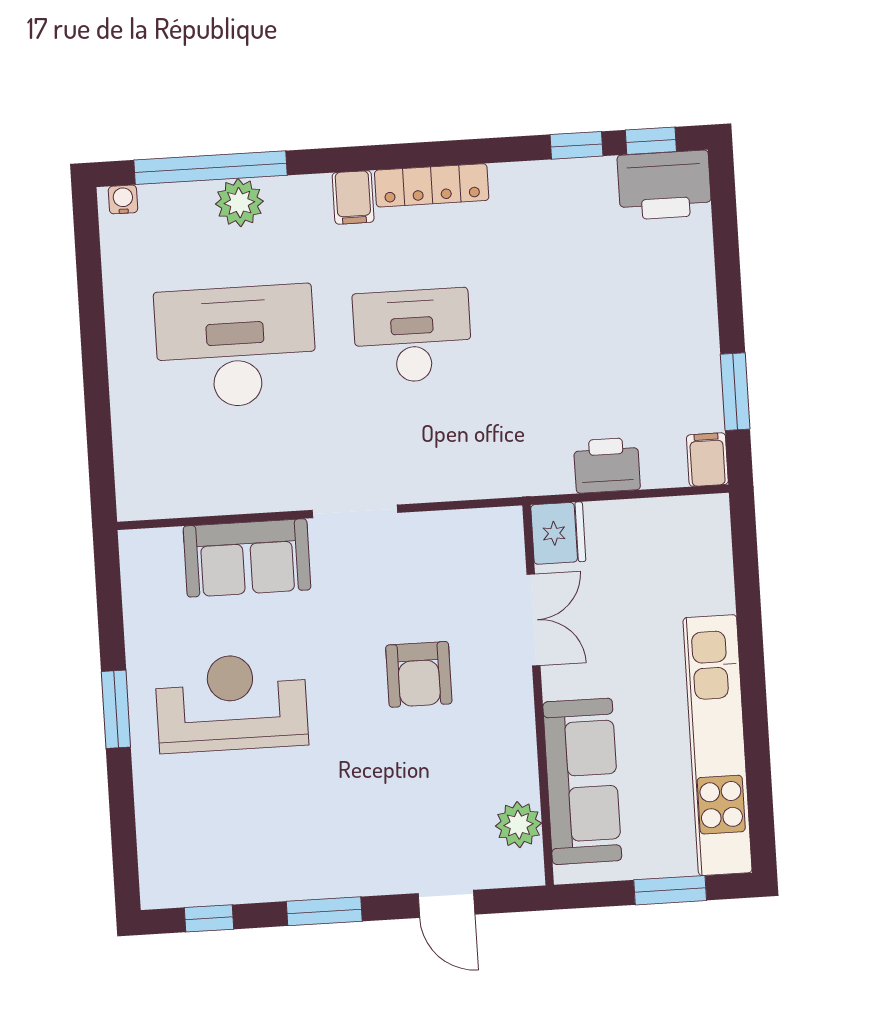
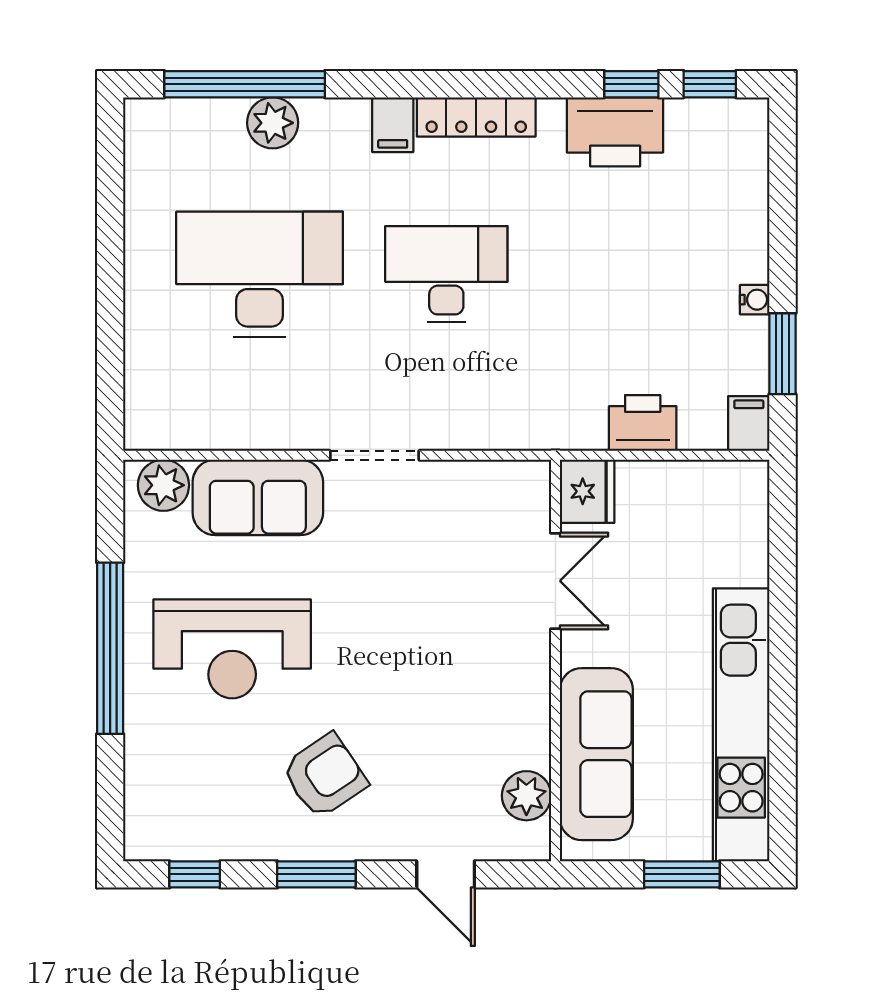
printer: (664, 185) -> (615, 132), moved
water cooler: (123, 199) -> (755, 300), moved, turned 90
plant: (157, 552) -> (163, 485), added
armchair: (419, 674) -> (325, 776), moved, turned -124
reception desk: (231, 703) -> (232, 649), turned 180
window: (116, 709) -> (110, 648), width x2.11

